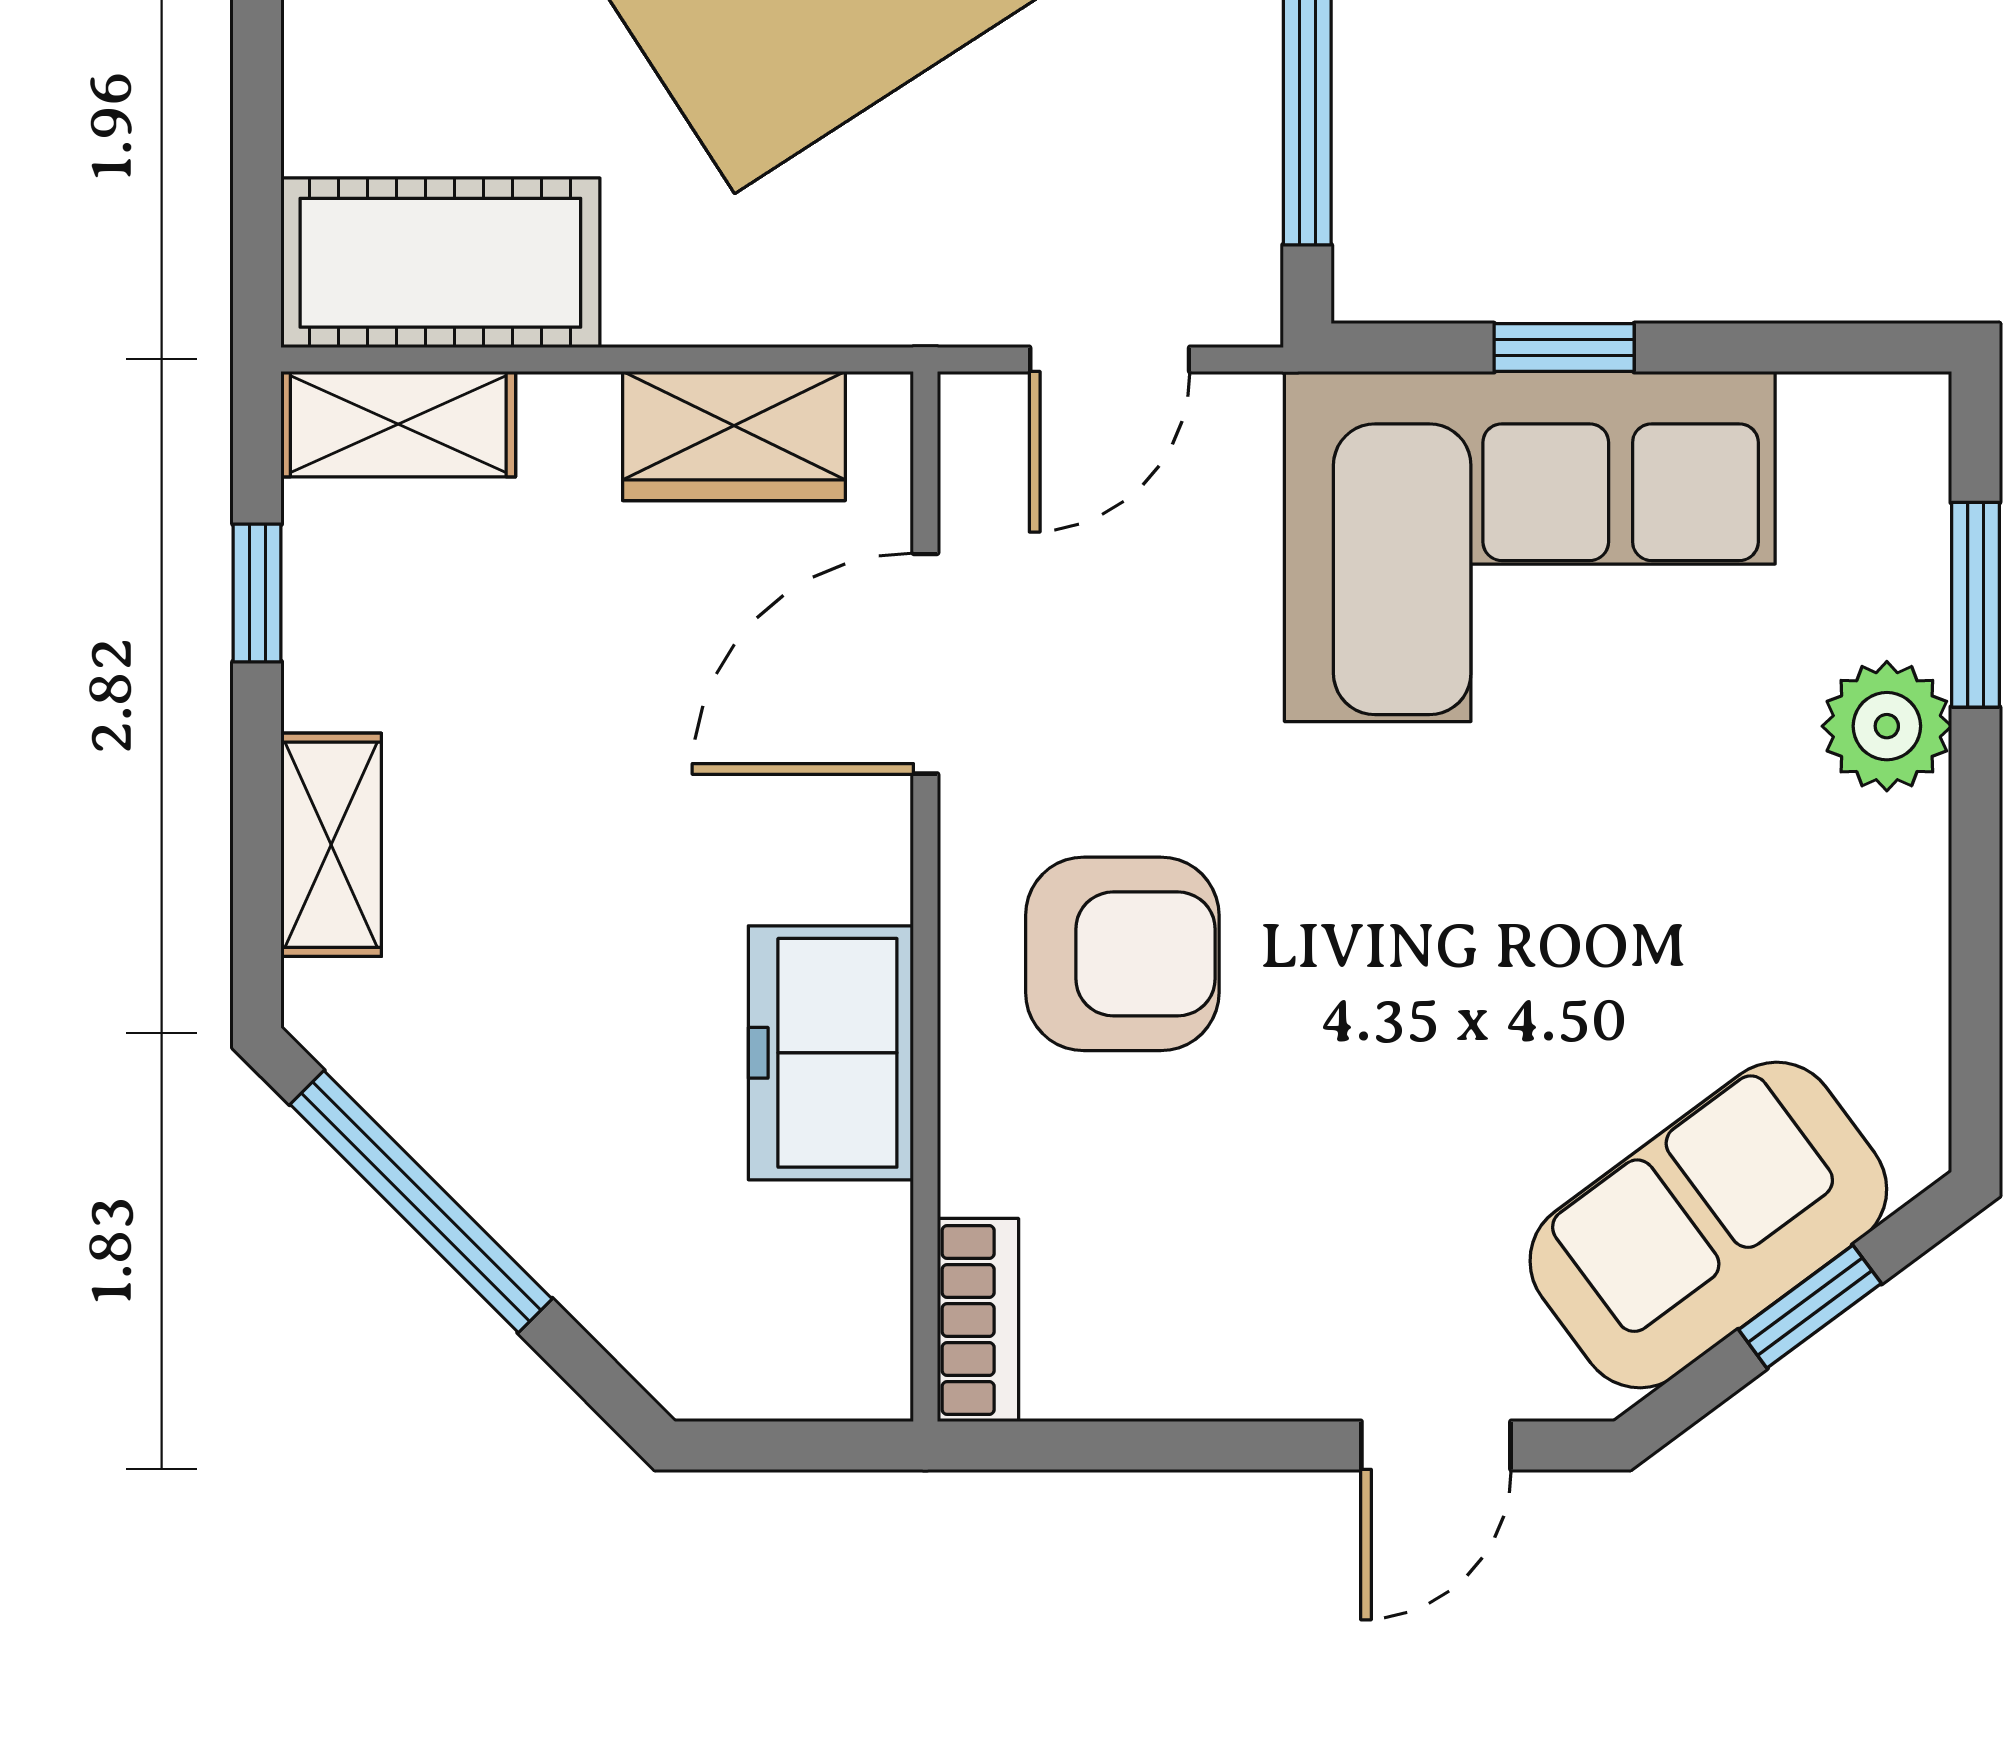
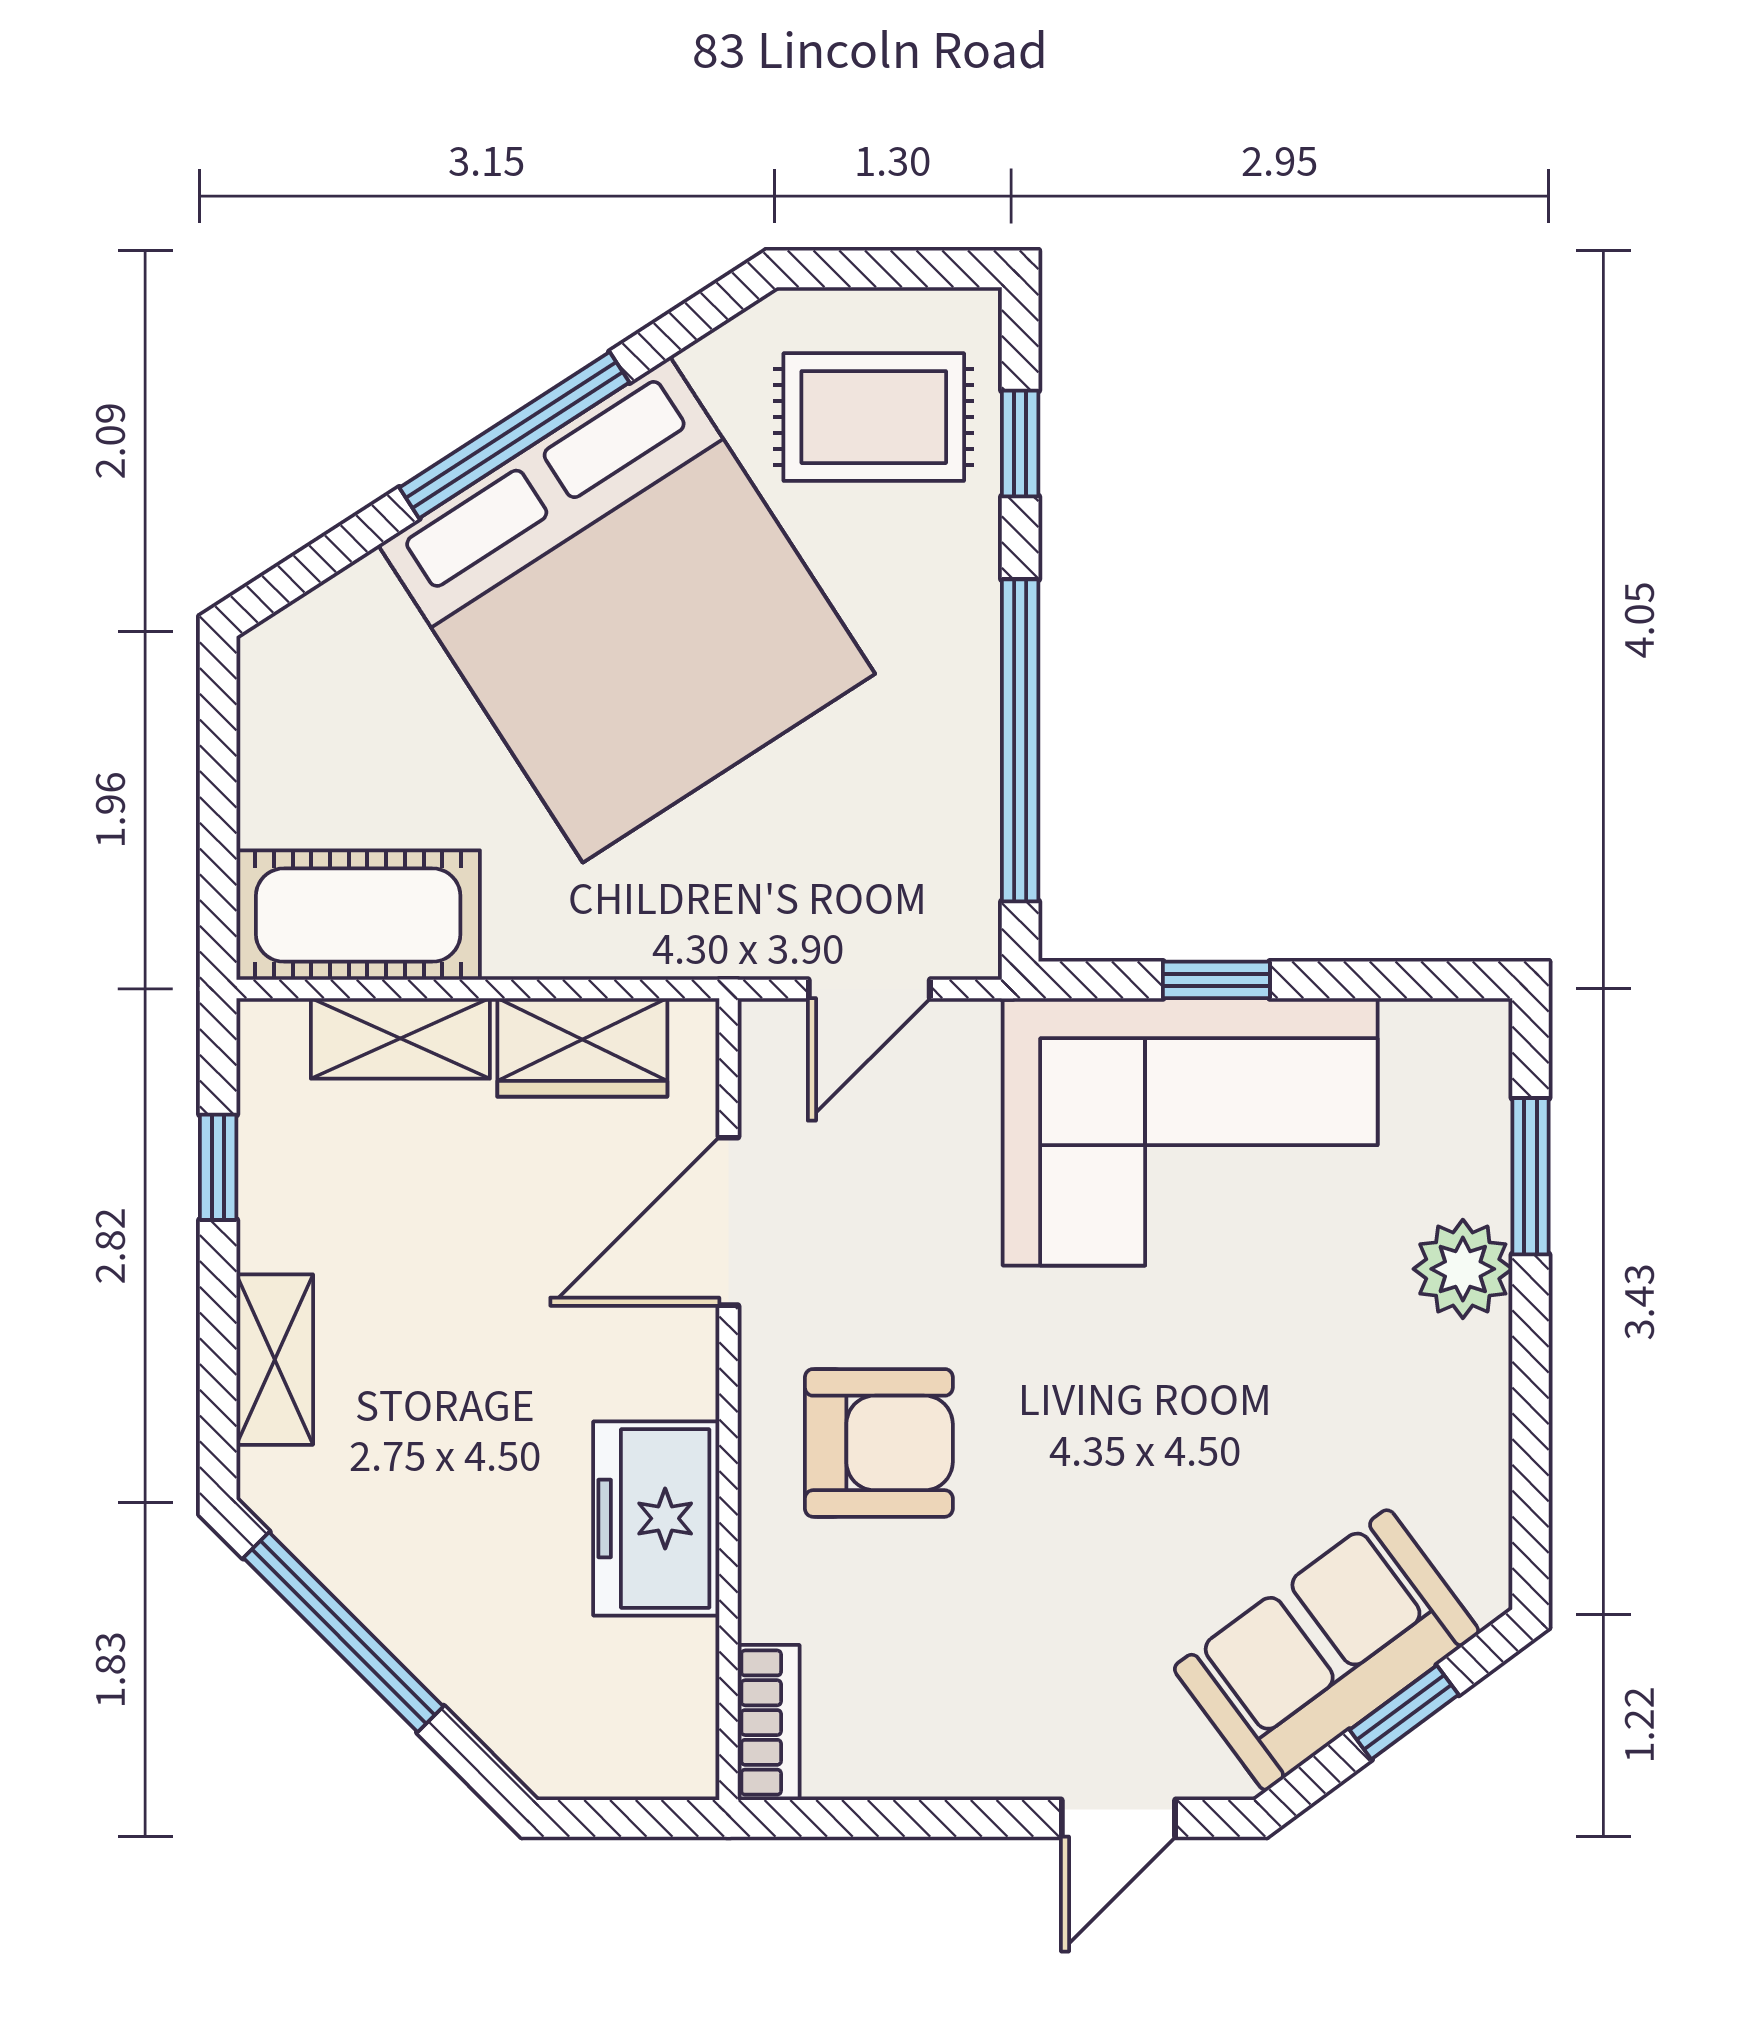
shelving: (398, 424) -> (400, 1038), moved

